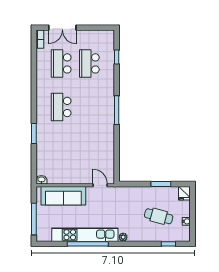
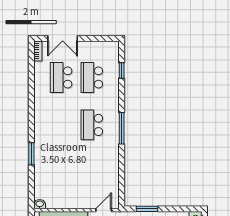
school desk: (61, 107) -> (92, 125), moved
window: (161, 184) -> (147, 209), moved
door: (100, 185) -> (104, 210), hinge flipped

